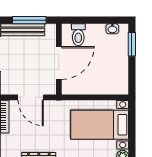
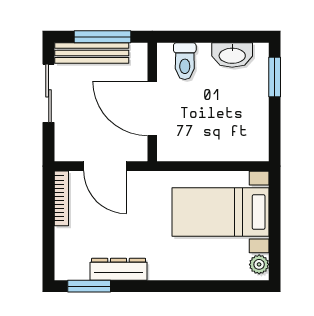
washbasin: (112, 29) -> (232, 55), width x1.91, depth x1.45
door: (59, 63) -> (152, 108), swing flipped

